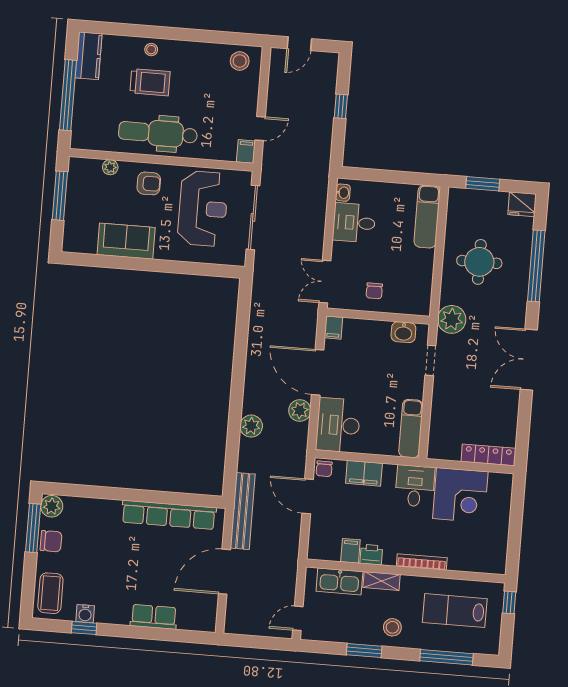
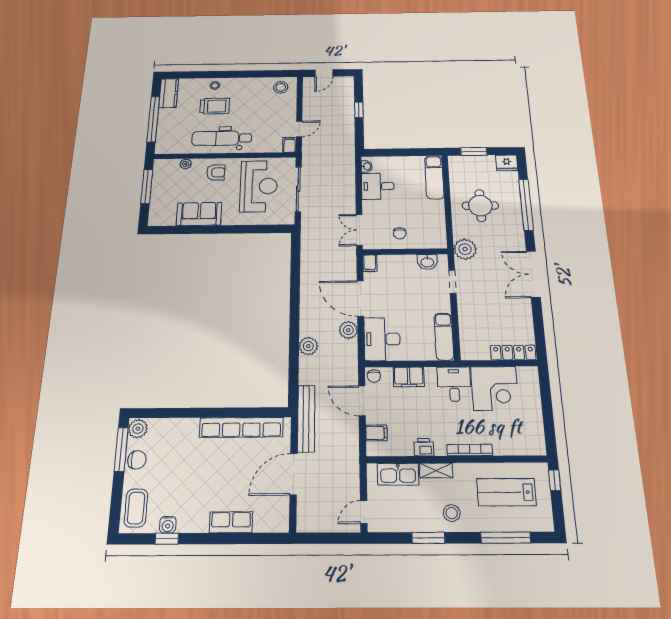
filing cabinet: (350, 551) -> (376, 433), moved, turned 90

